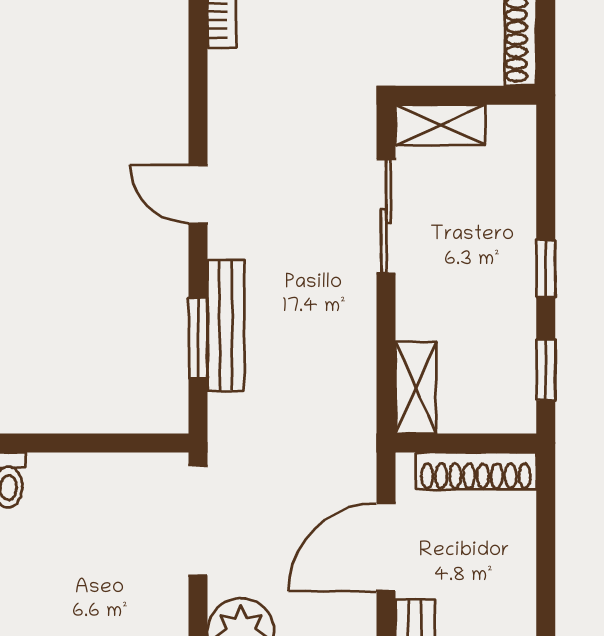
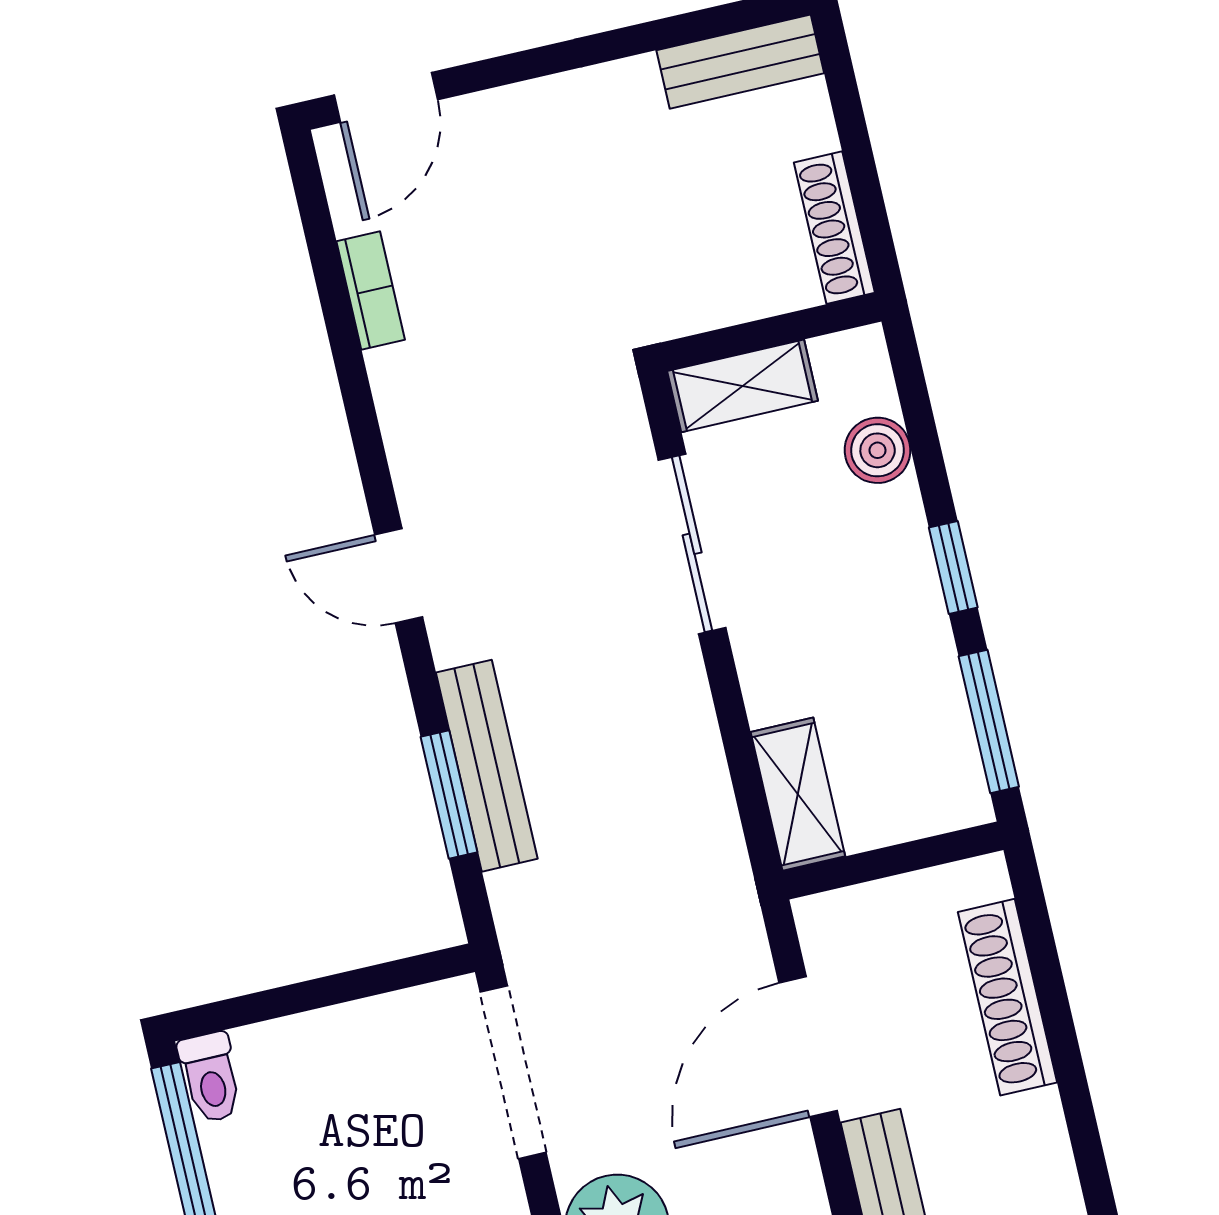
boiler: (515, 185) -> (878, 450), added
window: (546, 370) -> (989, 721), width x1.50
shoe rack: (476, 471) -> (1008, 997), moved, turned 90

